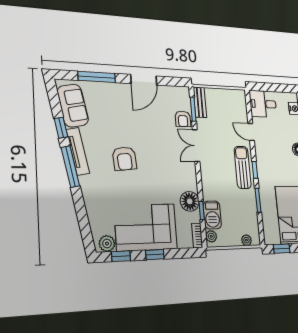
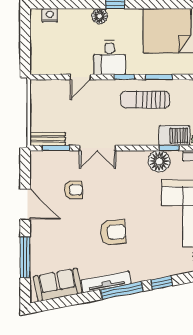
desk: (263, 104) -> (110, 57), moved
armchair: (183, 119) -> (73, 190), moved
window: (61, 128) -> (162, 283), moved
sun lounger: (243, 167) -> (145, 100), moved

